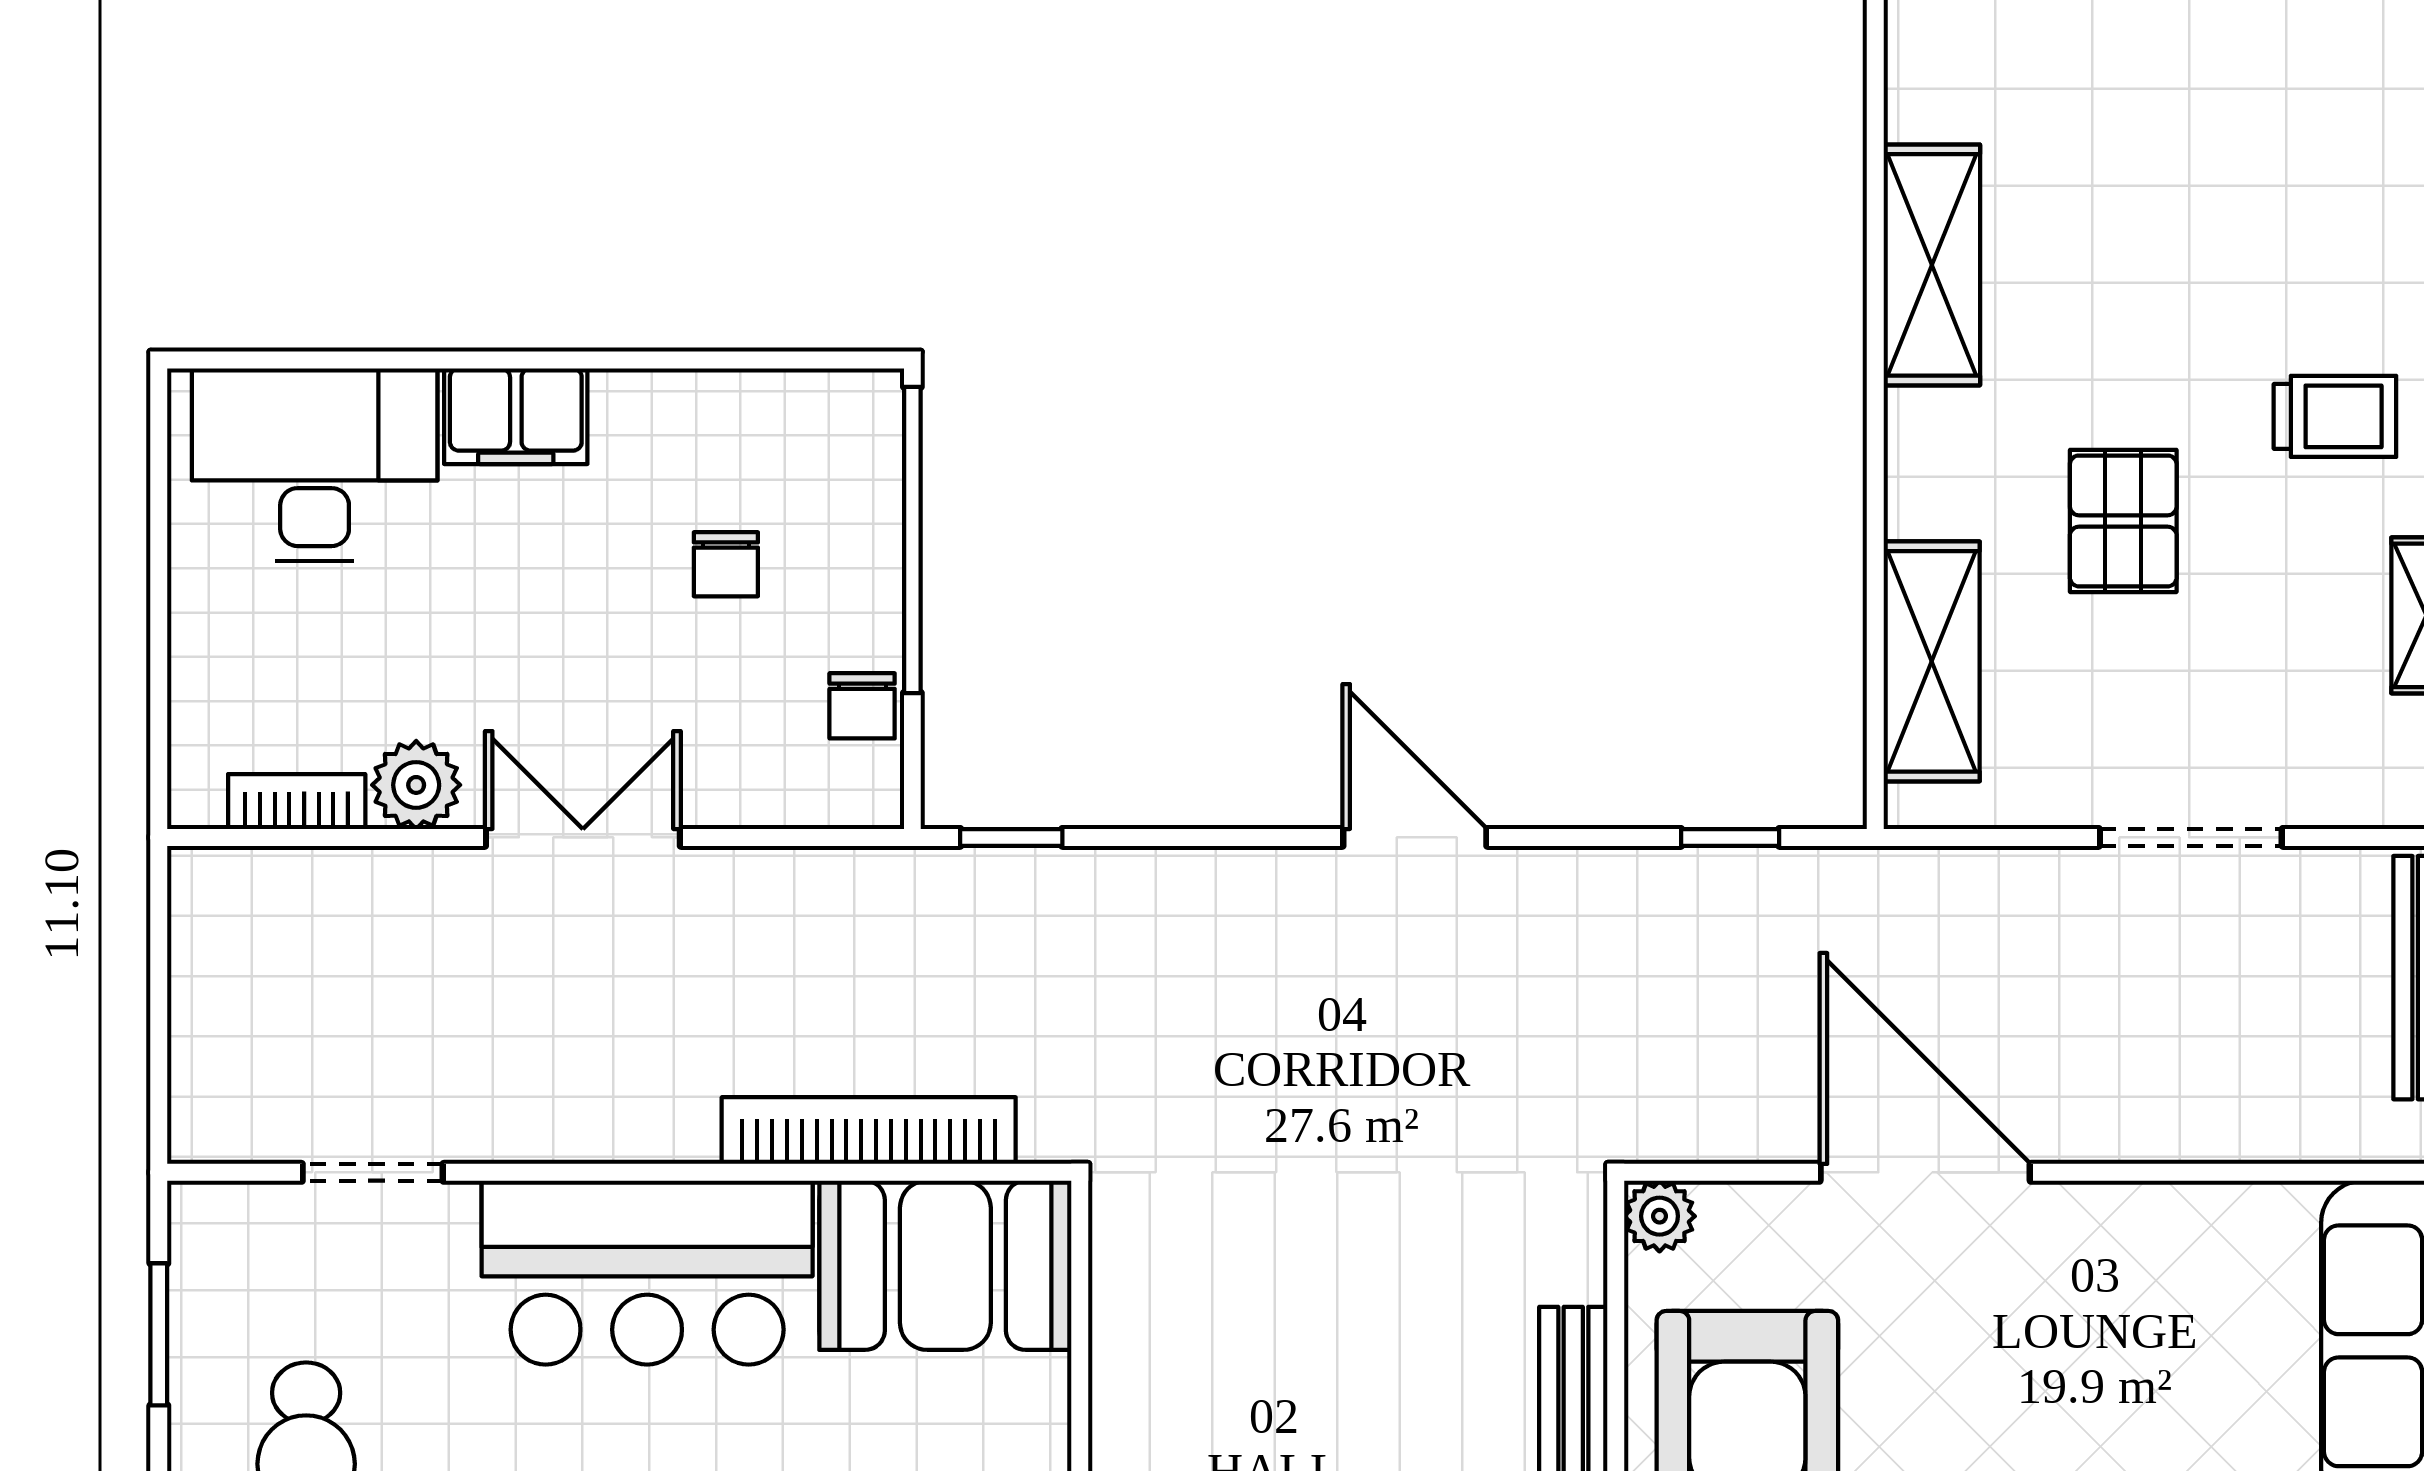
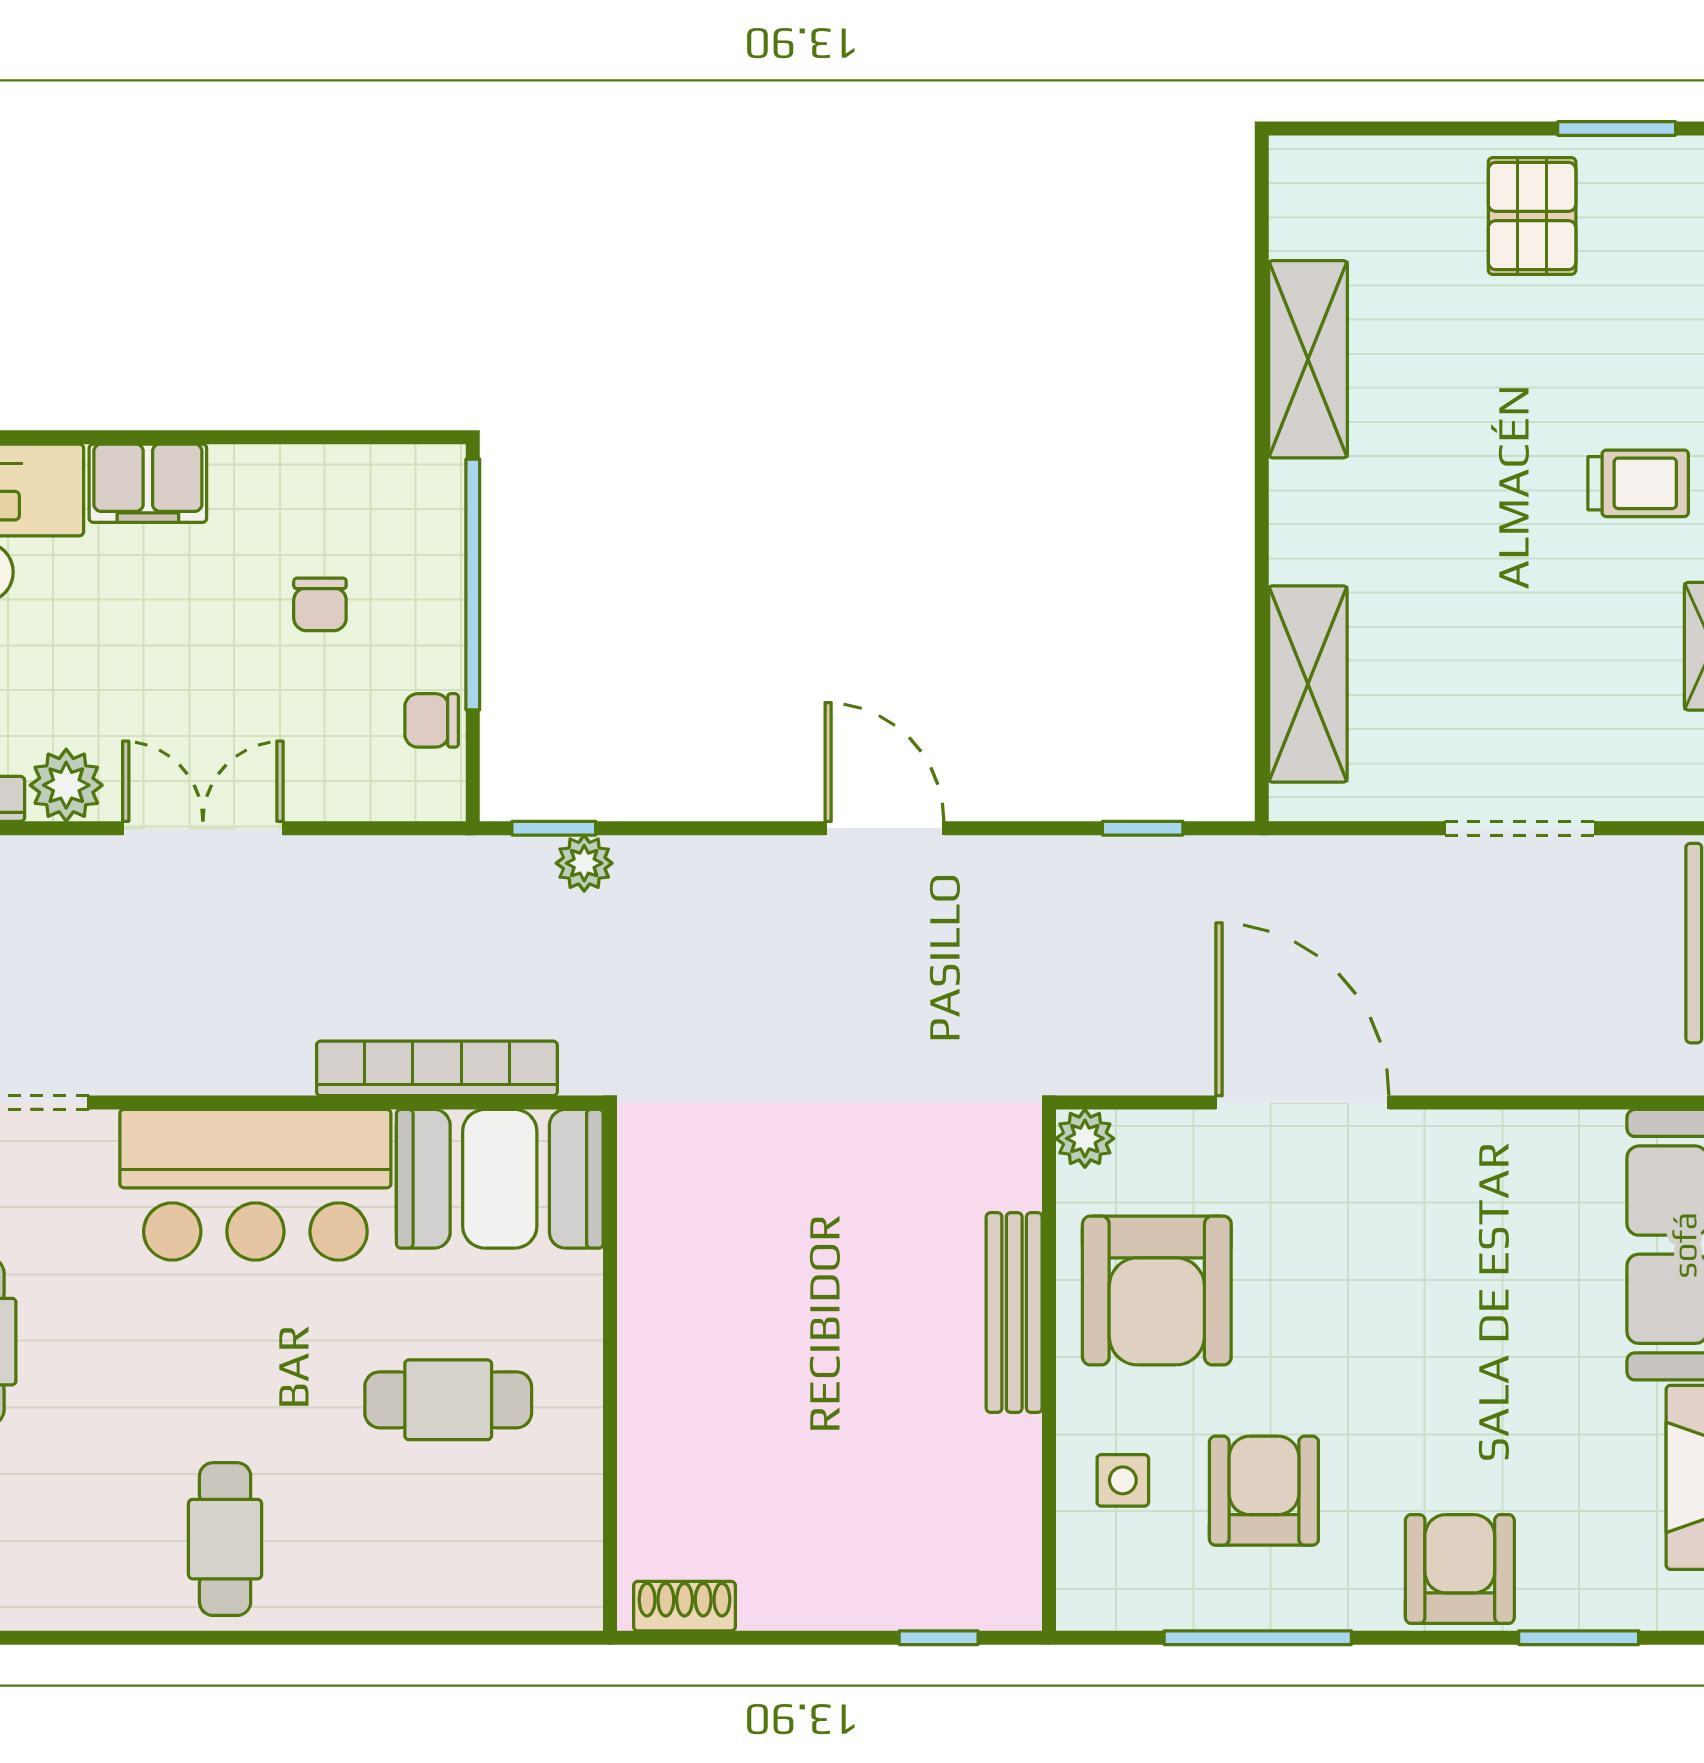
pallet: (2123, 521) -> (1532, 216), moved
chair: (862, 706) -> (432, 720), turned 90
plant: (1048, 880) -> (584, 863), added

